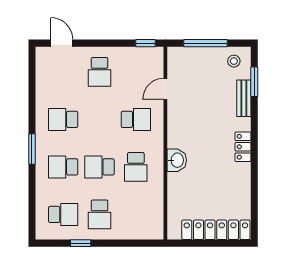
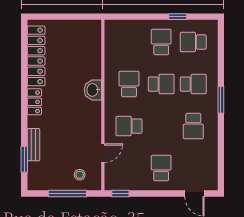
stool: (234, 61) -> (80, 175), moved
school desk: (63, 119) -> (193, 126), turned 90
locker: (216, 230) -> (36, 56), moved, turned -90

